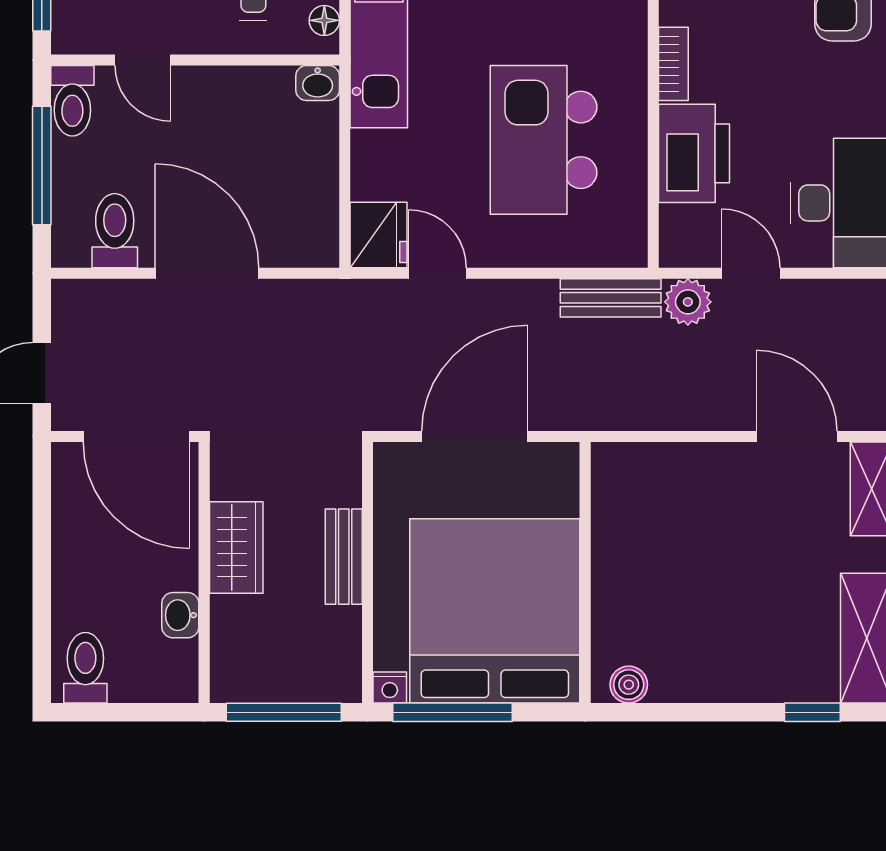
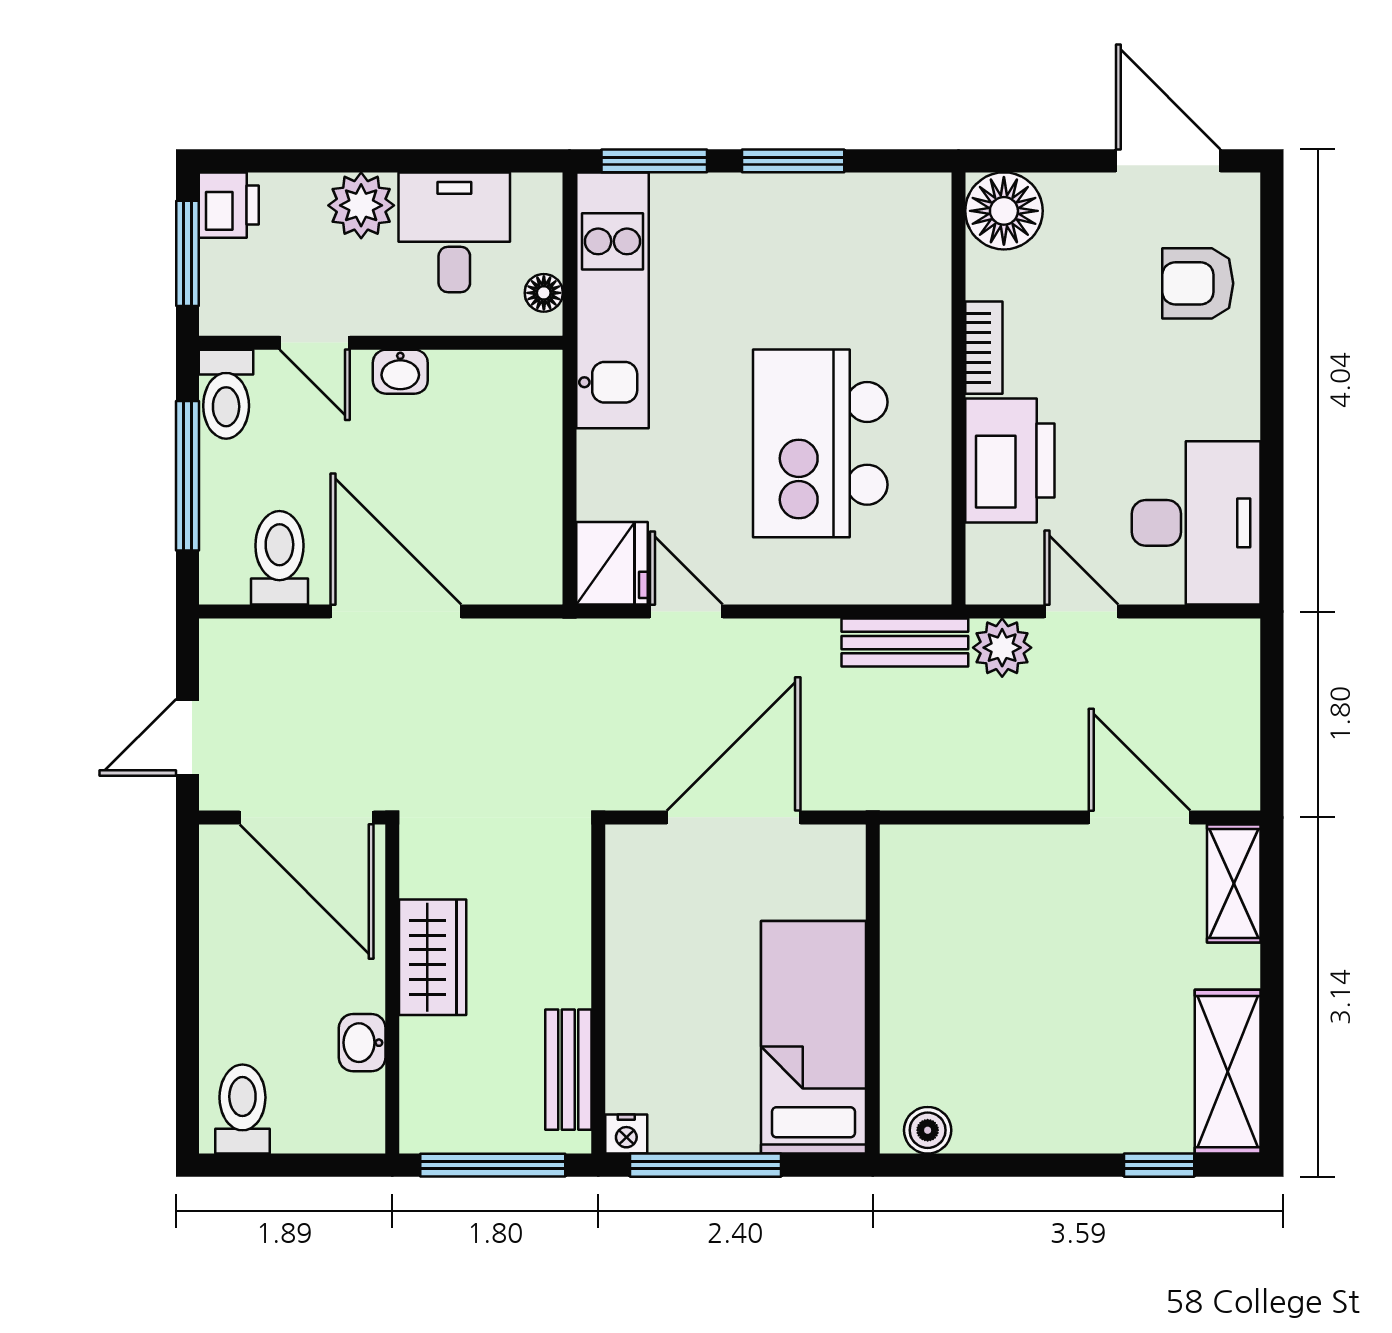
washbasin: (318, 83) -> (400, 372), moved
bench: (344, 557) -> (568, 1070), moved
bed: (495, 611) -> (813, 1037), width x0.49

